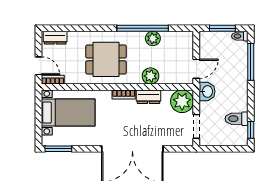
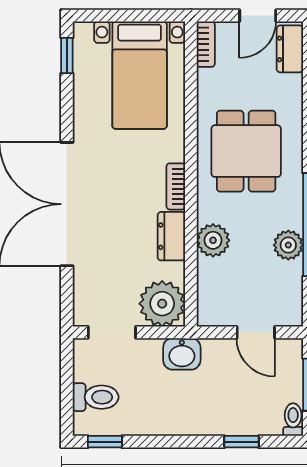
window: (251, 62) -> (241, 442), width x0.46
door: (39, 66) -> (258, 16), moved
door: (196, 69) -> (256, 332), moved
toilet: (237, 119) -> (96, 397), moved, turned 90
window: (58, 149) -> (67, 56), width x0.67

